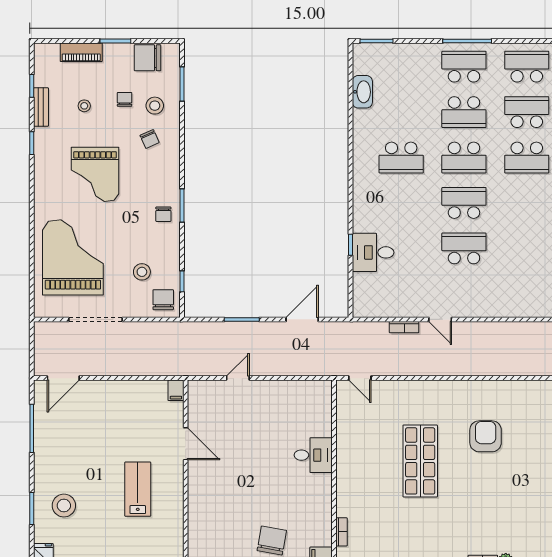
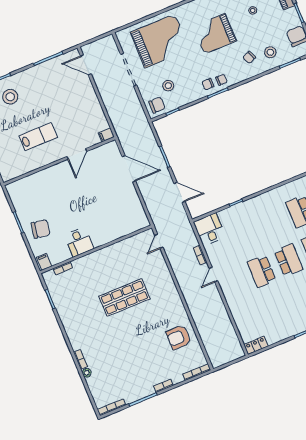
chair: (125, 99) -> (221, 80), moved
school desk: (464, 248) -> (262, 271), turned 180
desk: (373, 252) -> (209, 229), moved
door: (238, 378) -> (129, 169), width x1.88
armchair: (486, 436) -> (179, 337), moved, turned 180
desk: (313, 455) -> (79, 242), moved

